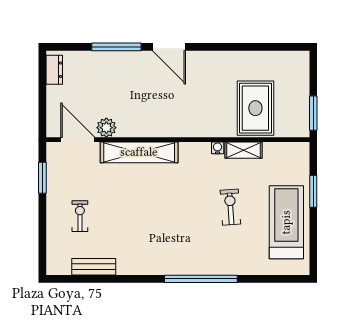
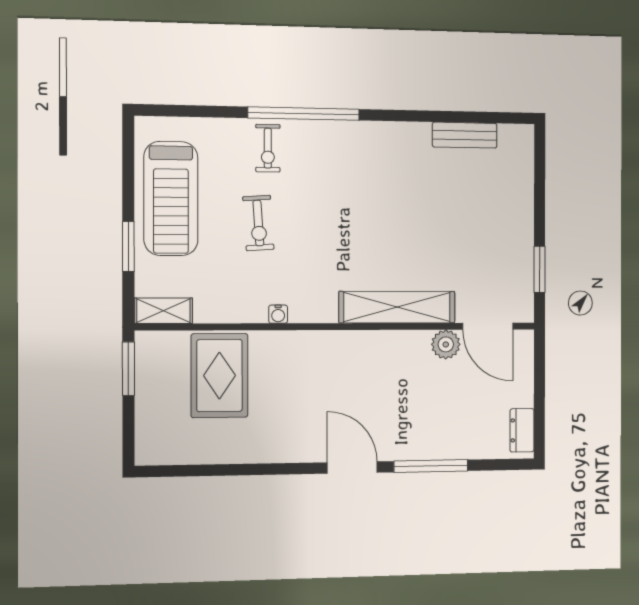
shelving: (243, 150) -> (163, 311), moved
exercise bike: (80, 216) -> (268, 148), moved

